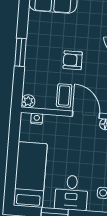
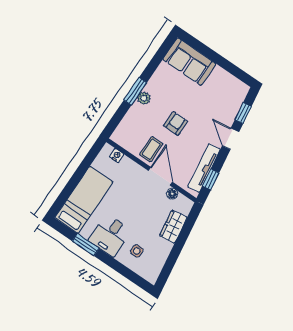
armchair: (73, 60) -> (176, 123), turned 90
plant: (28, 101) -> (144, 98), moved

